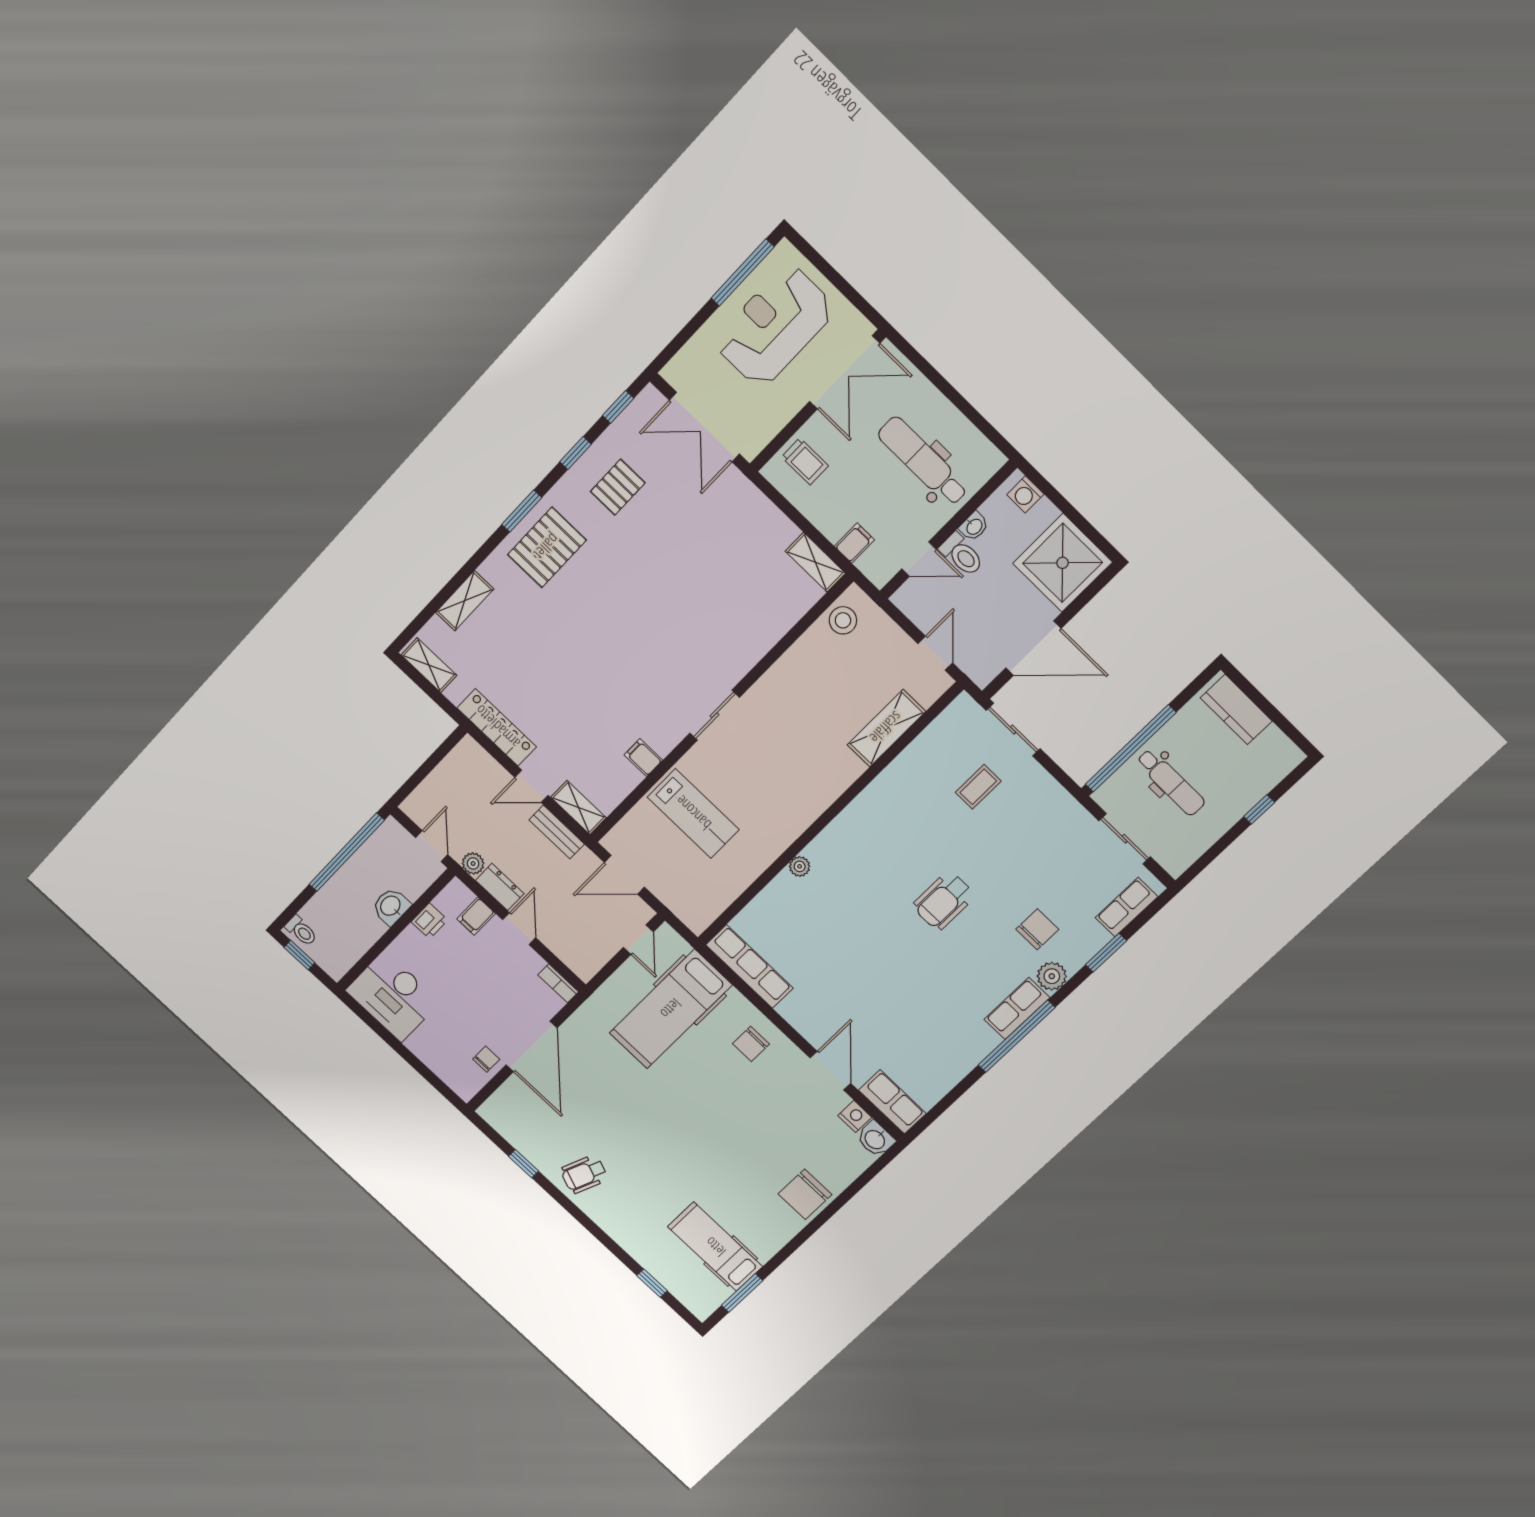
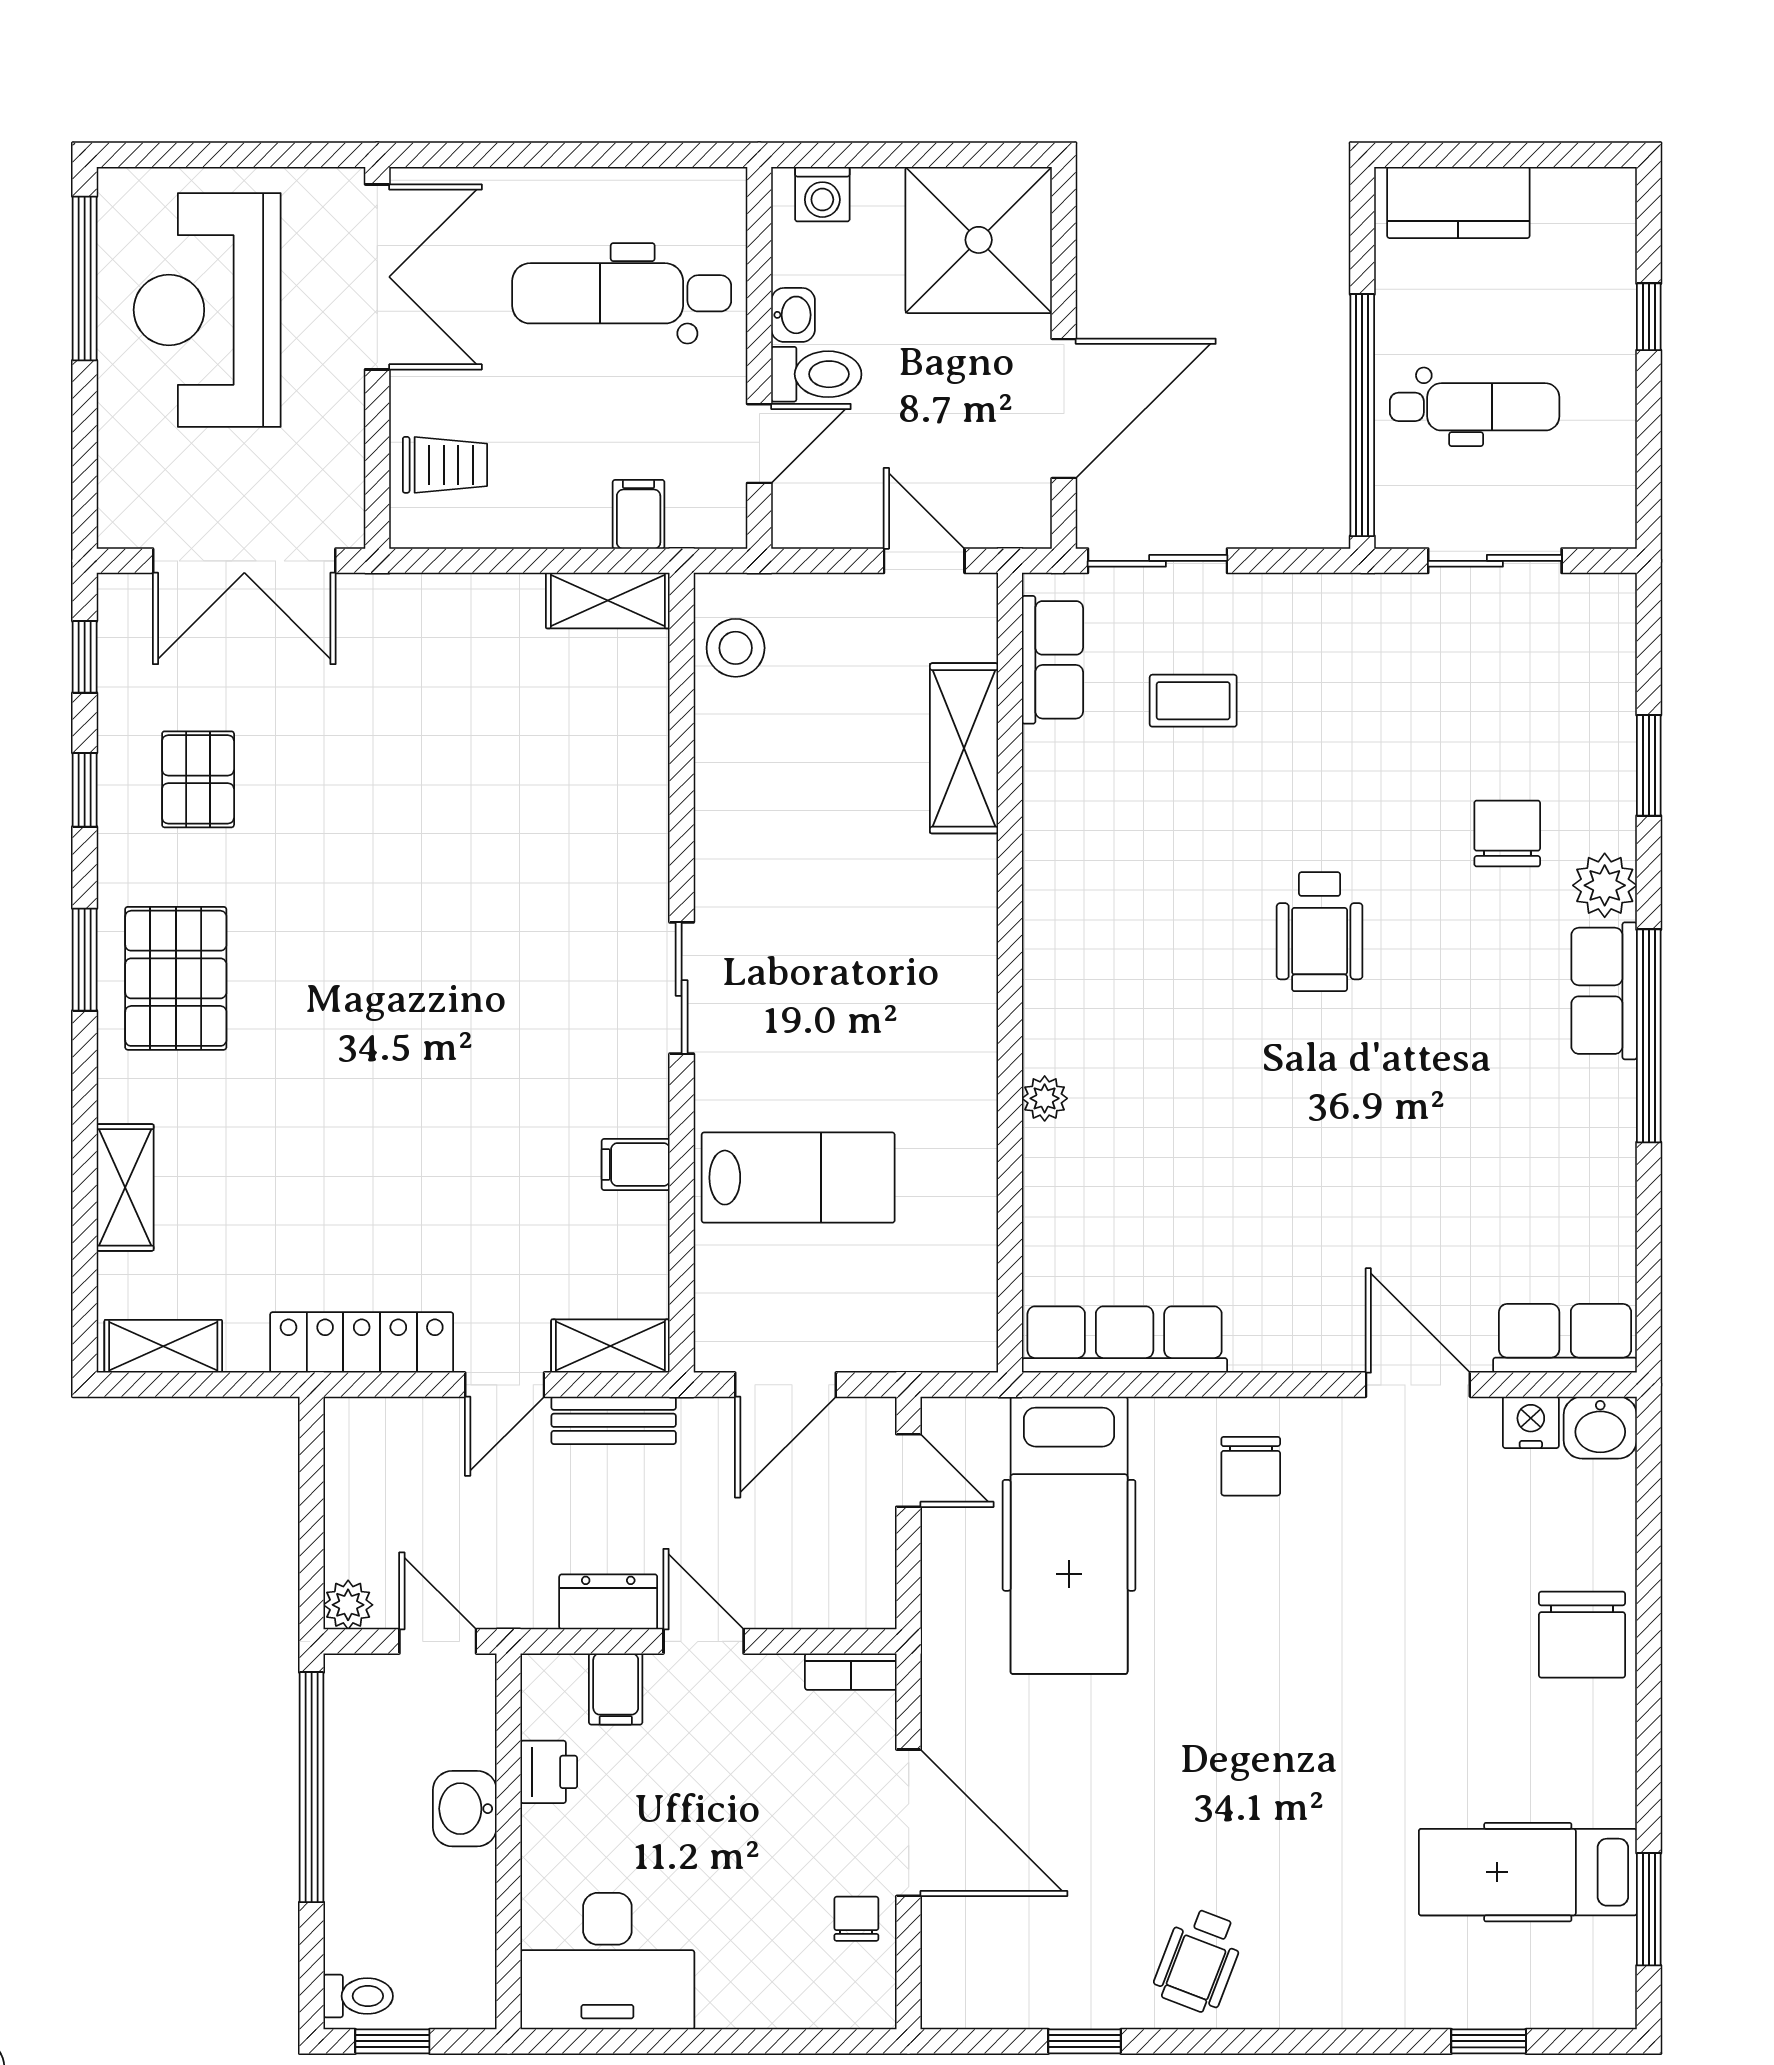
coffee table: (978, 787) -> (1193, 701), turned 90
plant: (473, 863) -> (348, 1605), moved
row of seats: (1126, 907) -> (1053, 660), moved, turned 180

